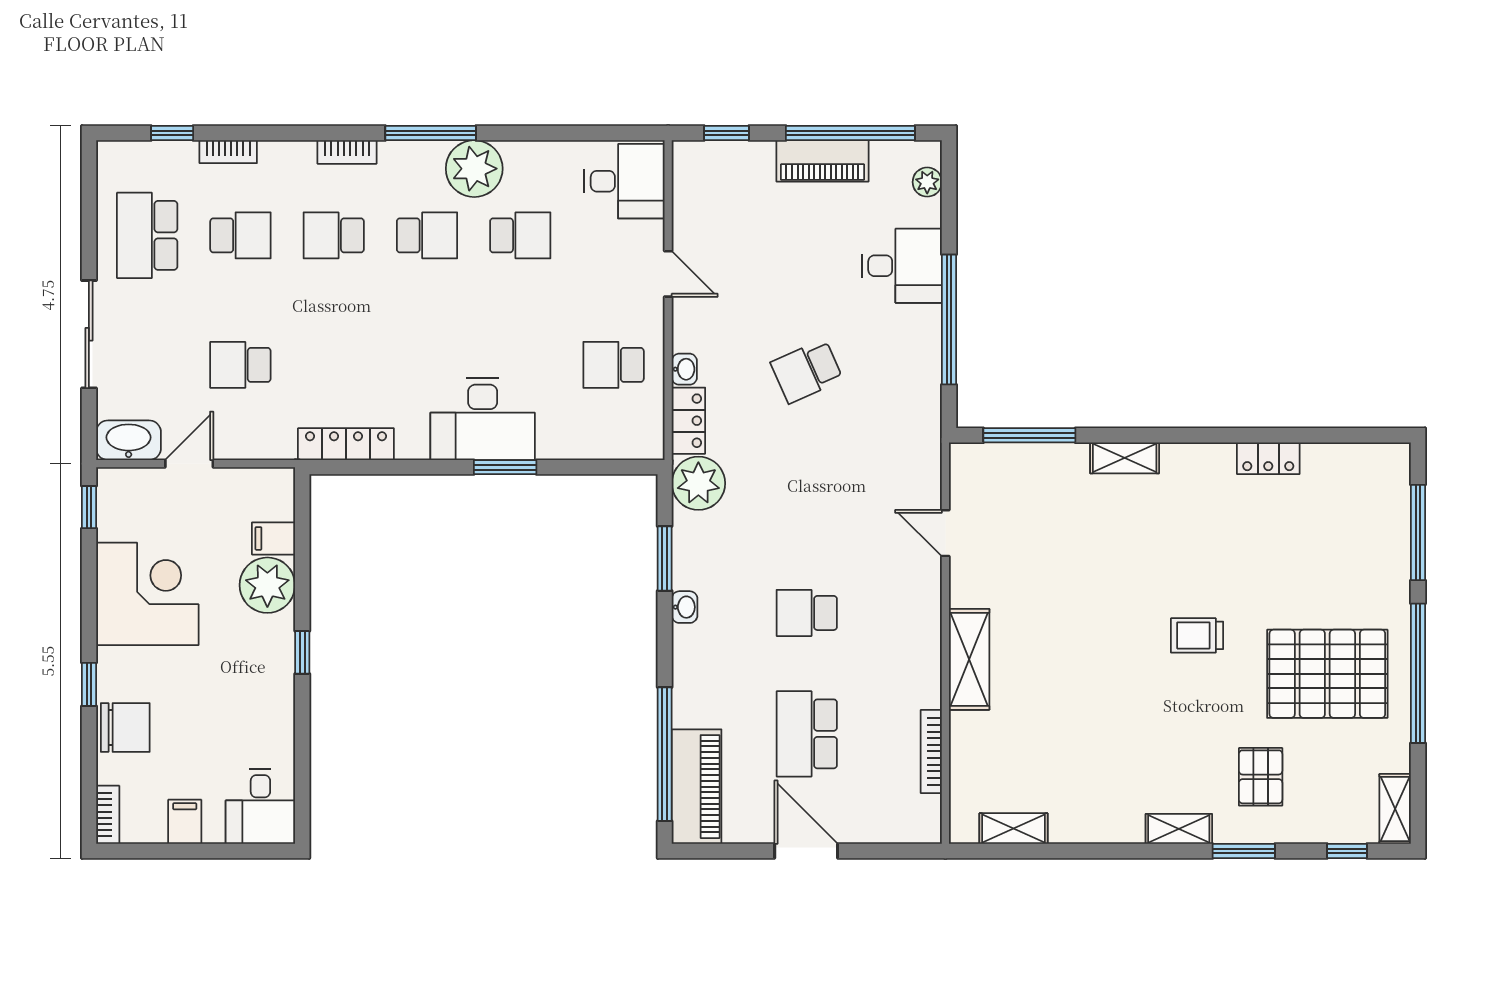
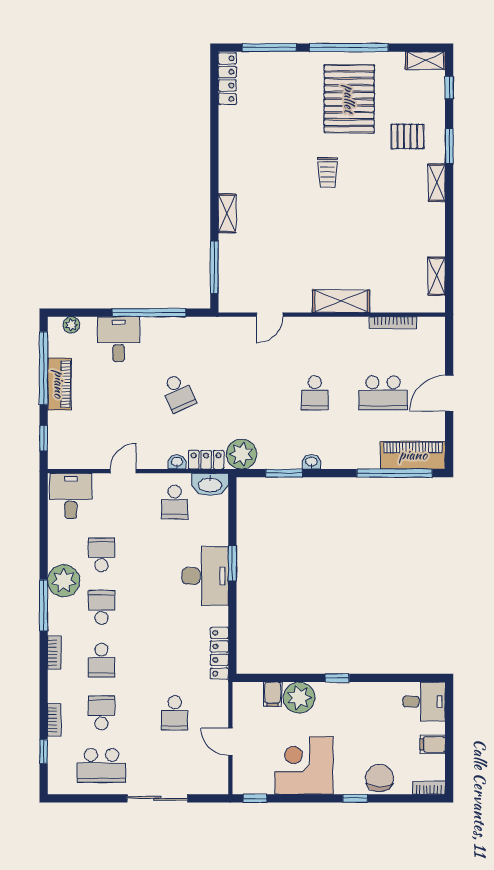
washbasin: (129, 440) -> (210, 484), moved, turned -90
locker: (1268, 458) -> (227, 79), moved, width x1.53

